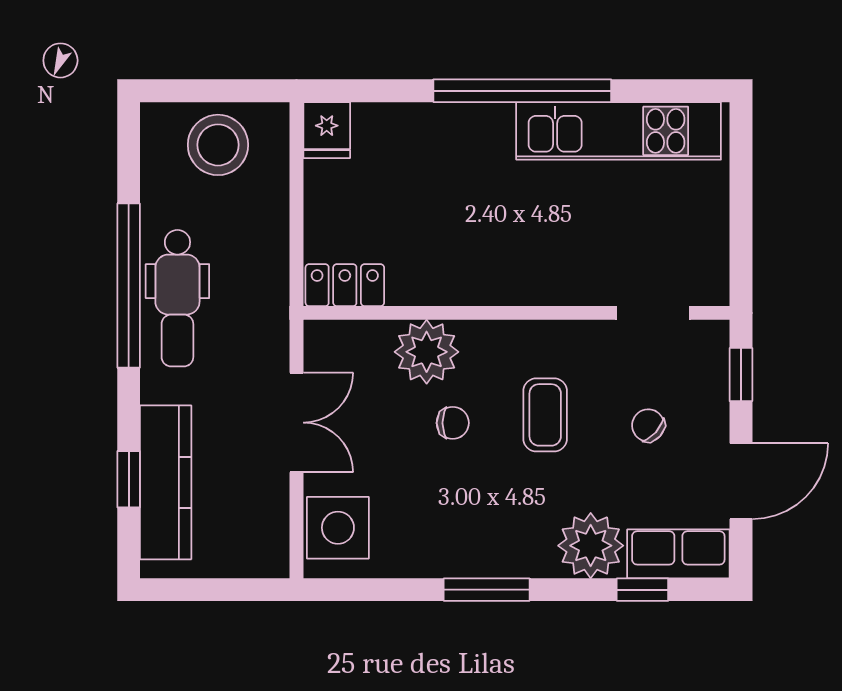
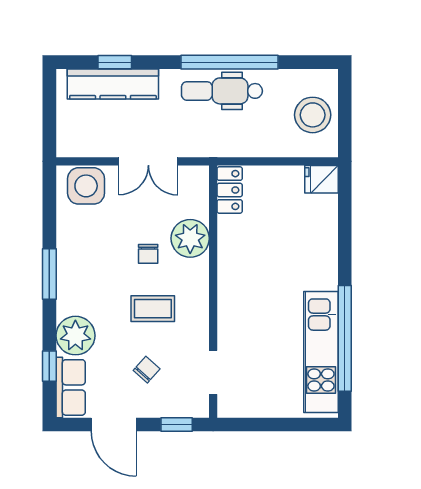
window: (522, 91) -> (345, 338), moved

